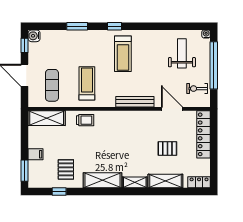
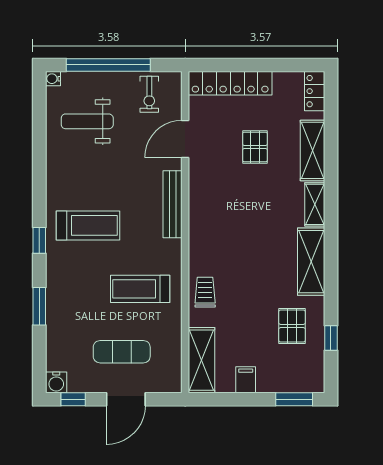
exercise mat: (52, 85) -> (122, 352), moved
filing cabinet: (35, 154) -> (246, 380), moved
pallet: (66, 169) -> (292, 326), turned 90

